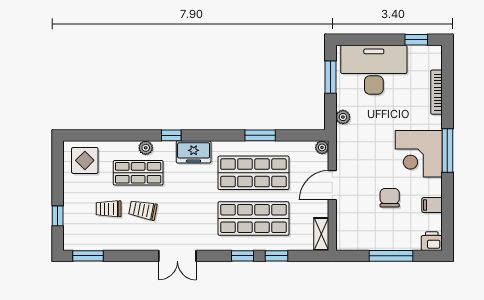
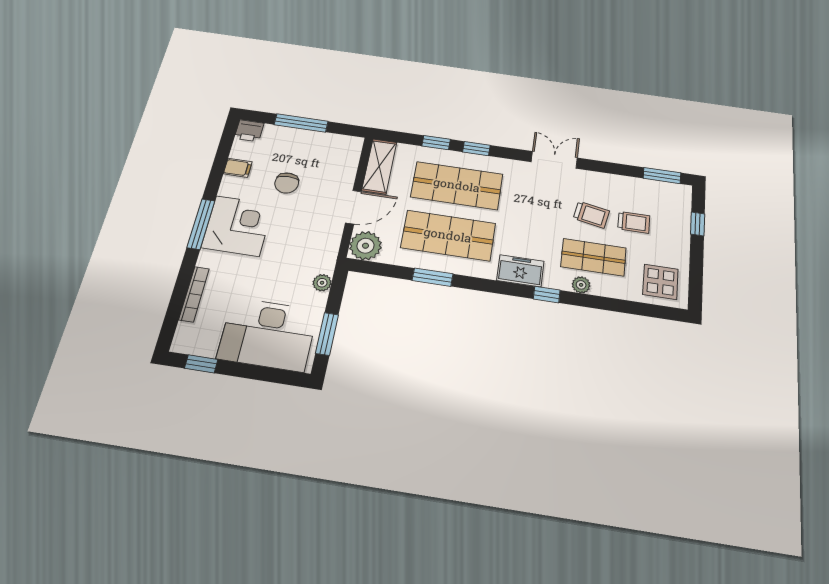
plant: (322, 147) -> (366, 246), width x1.87, depth x1.87
shelving: (321, 234) -> (379, 166), width x1.50, depth x1.33

